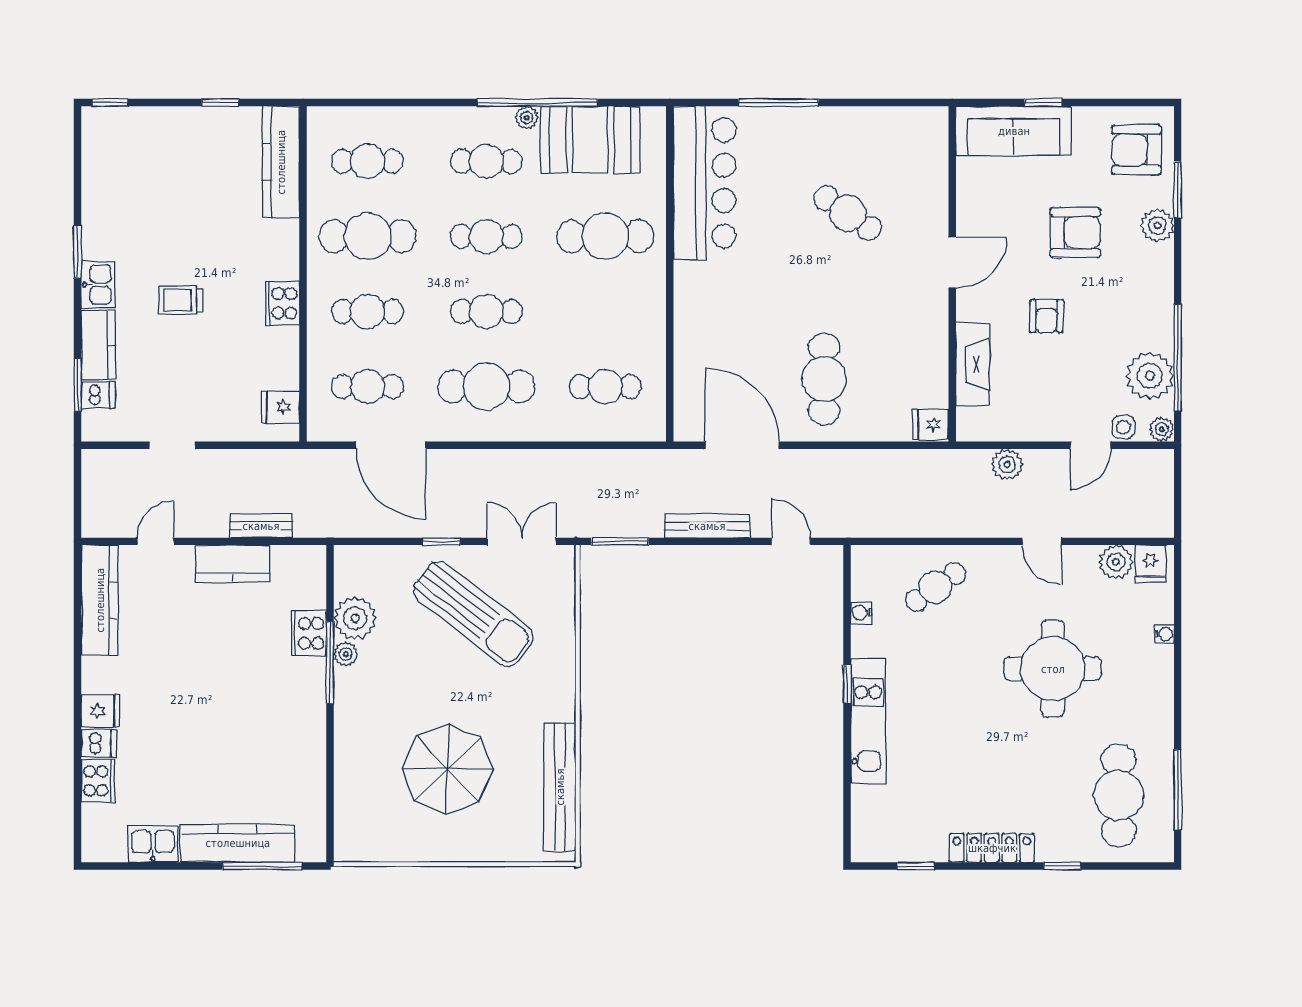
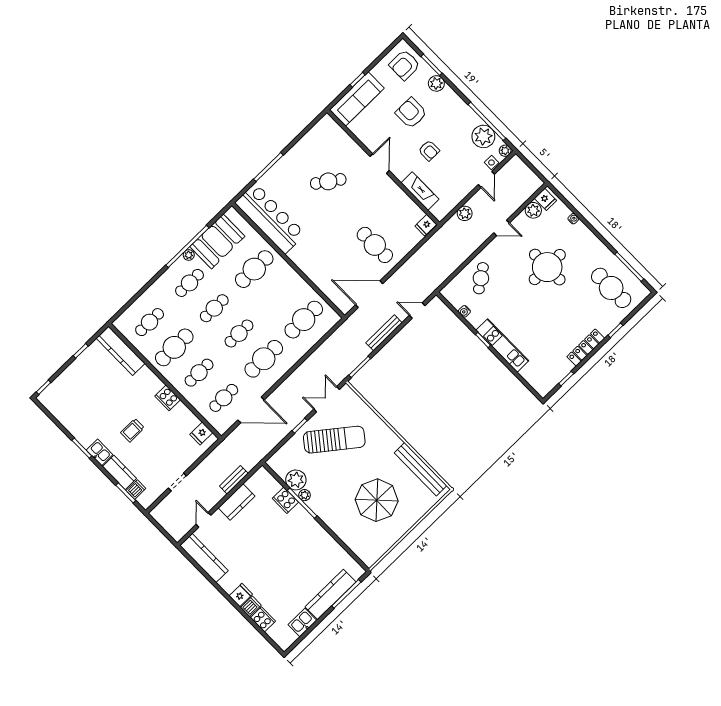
armchair: (1075, 233) -> (411, 113), turned -90
cafe table: (605, 387) -> (304, 320), width x1.37, depth x1.35

